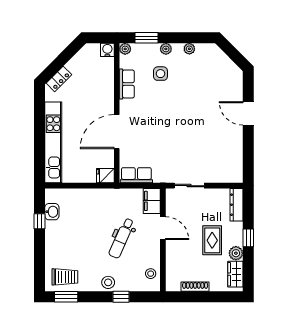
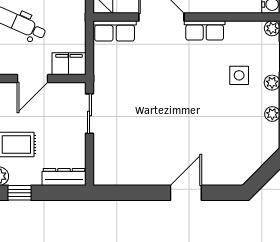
row of seats: (127, 84) -> (205, 30), moved
row of seats: (136, 175) -> (115, 31), moved, turned 90

